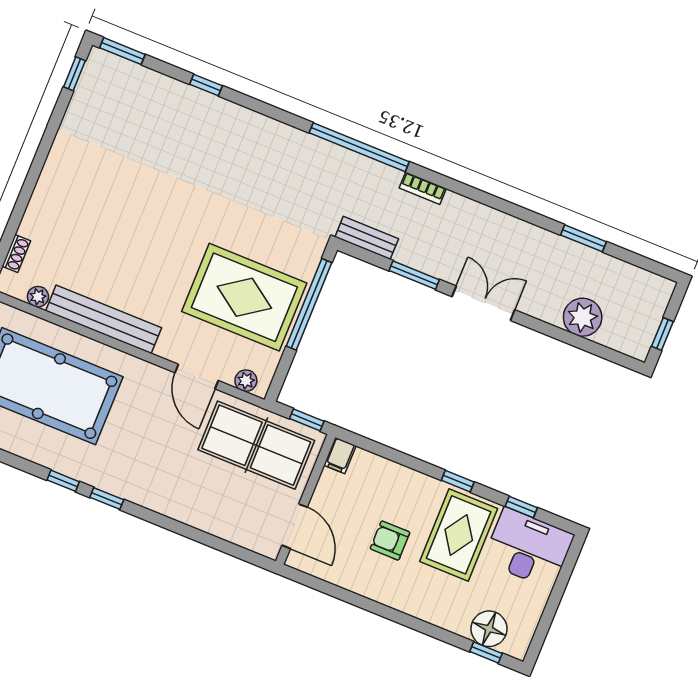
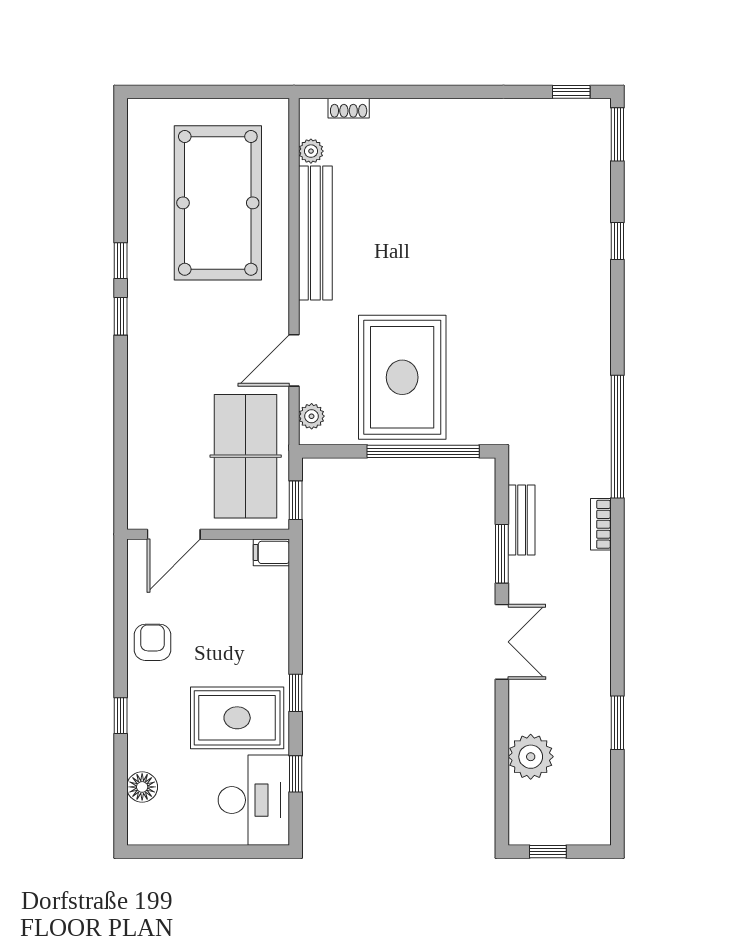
bench: (367, 238) -> (522, 520), moved
armchair: (390, 541) -> (152, 642), moved
floor lamp: (489, 629) -> (142, 787), width x0.73, depth x0.73
window: (486, 653) -> (121, 716), moved

